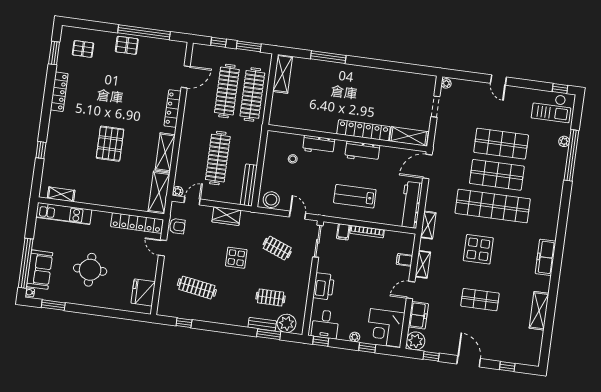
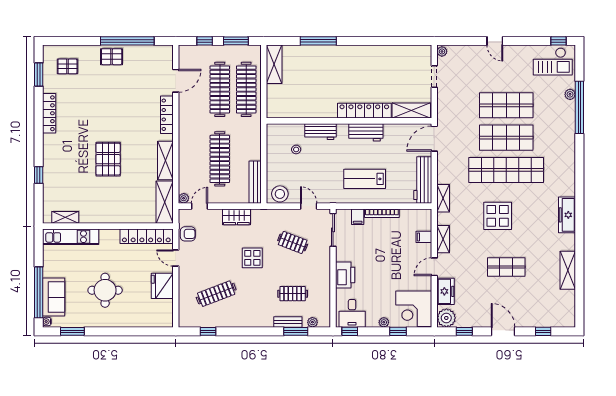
clothes rail: (197, 288) -> (216, 294), turned -30
fridge: (143, 292) -> (162, 286), moved
plant: (287, 323) -> (312, 322), width x0.53, depth x0.53

